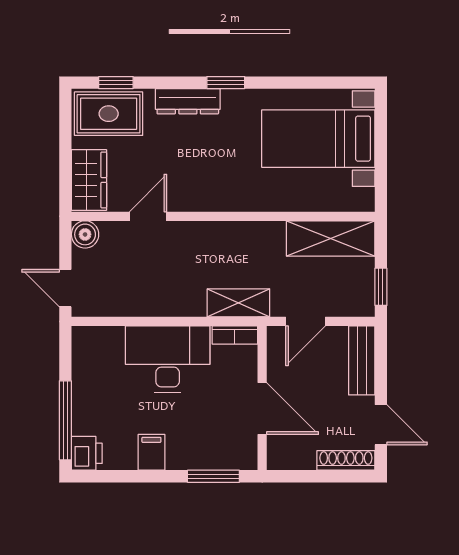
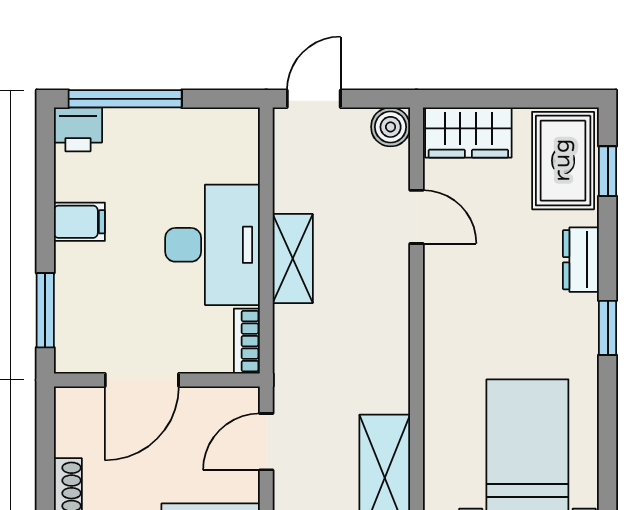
dresser: (188, 101) -> (581, 260), width x0.70
shelving: (238, 303) -> (293, 259), moved
door: (306, 321) -> (266, 442), hinge flipped

